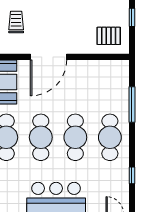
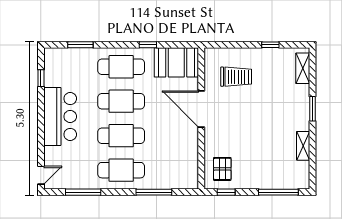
window: (132, 17) -> (226, 192), moved
trolley: (16, 22) -> (236, 77), width x1.36, depth x1.39
window: (132, 175) -> (83, 192), width x2.17

